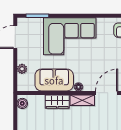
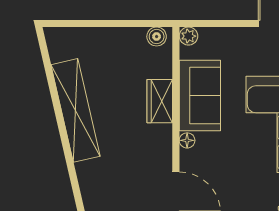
plant: (22, 69) -> (189, 36), moved
shelving: (82, 100) -> (162, 147), removed

